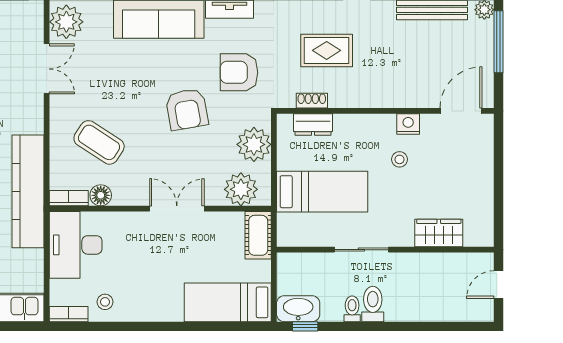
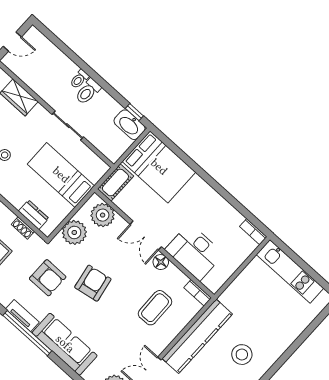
coffee table: (99, 142) -> (155, 308), turned 56
kitchen counter: (28, 191) -> (197, 336), moved
floor lamp: (101, 195) -> (161, 262), moved
desk: (76, 245) -> (194, 252), moved, turned 90
stool: (105, 302) -> (228, 221), removed
bed: (228, 302) -> (159, 167), width x1.50
toilet: (352, 309) -> (79, 79), moved

